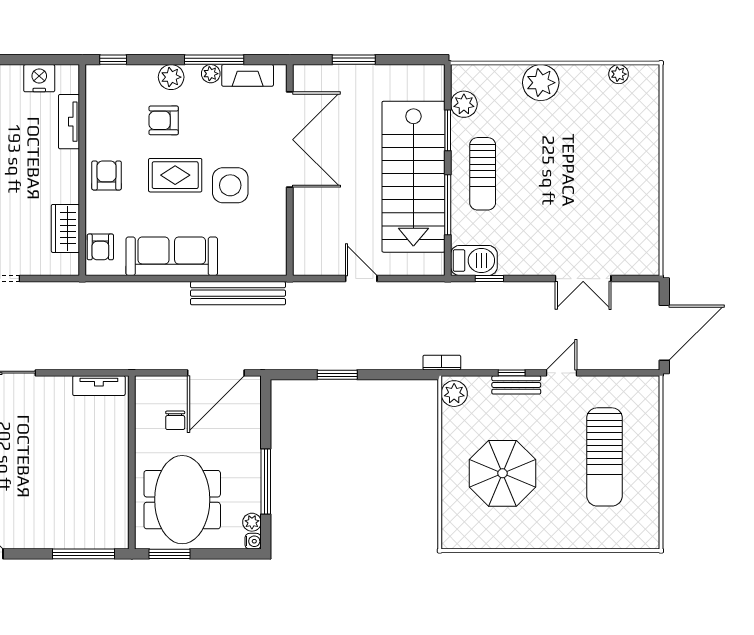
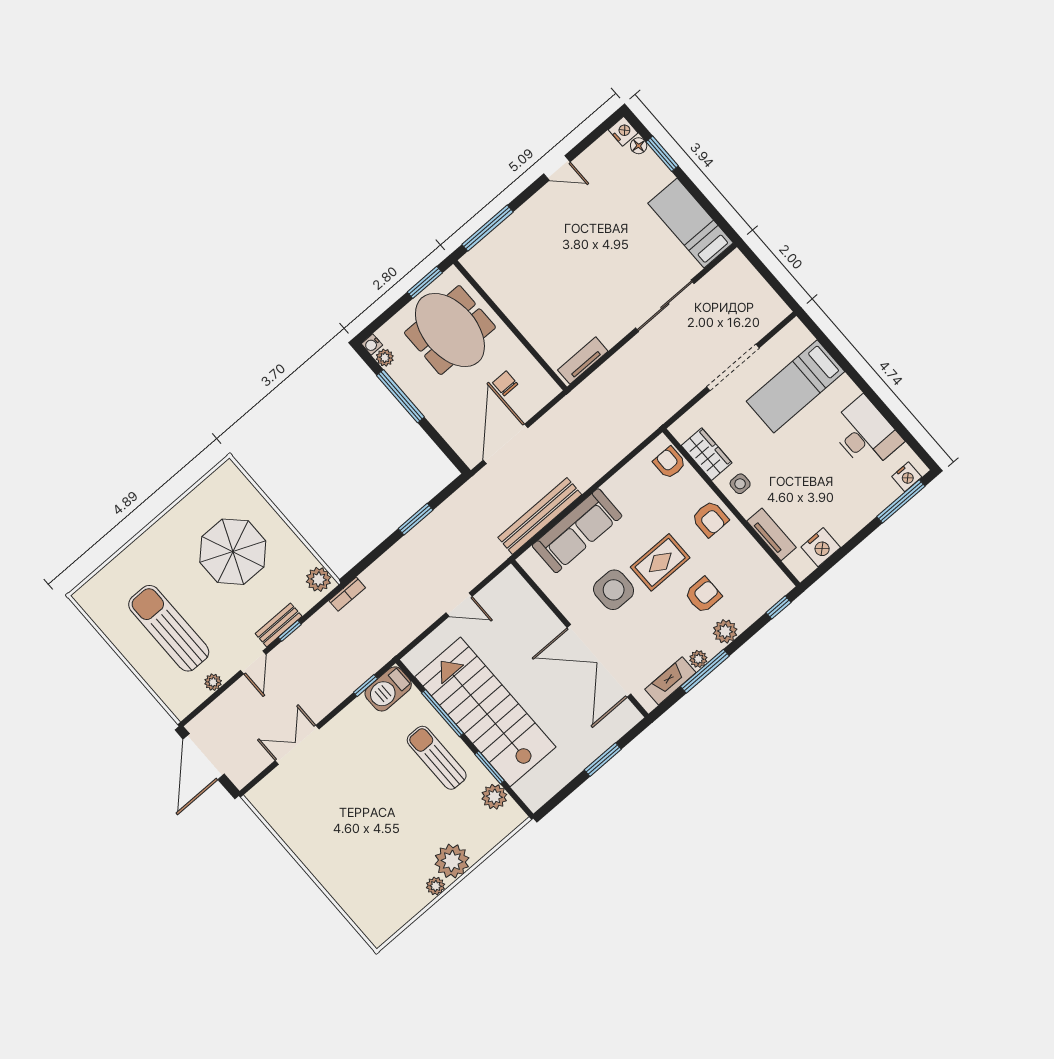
plant: (619, 74) -> (436, 886), moved
side table: (59, 183) -> (740, 484), added
sofa: (172, 256) -> (577, 531), moved
plant: (606, 385) -> (213, 682), added

